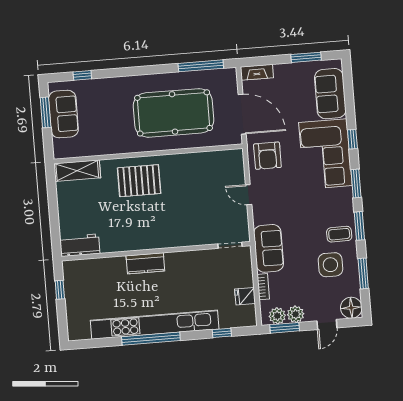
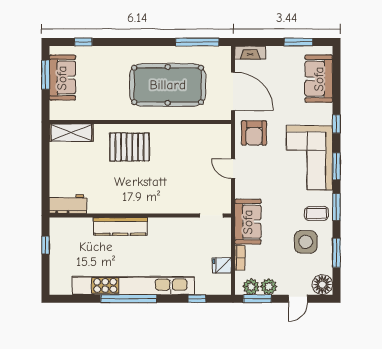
corner sofa: (325, 154) -> (309, 158), moved
kitchen counter: (145, 263) -> (120, 226), width x1.50

